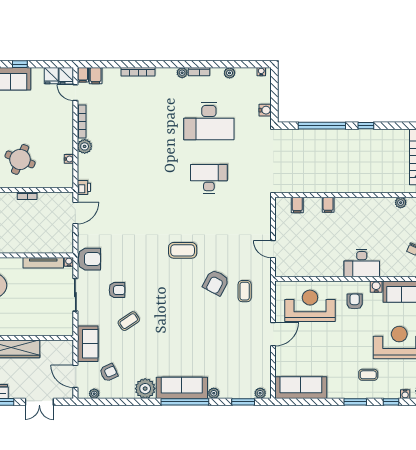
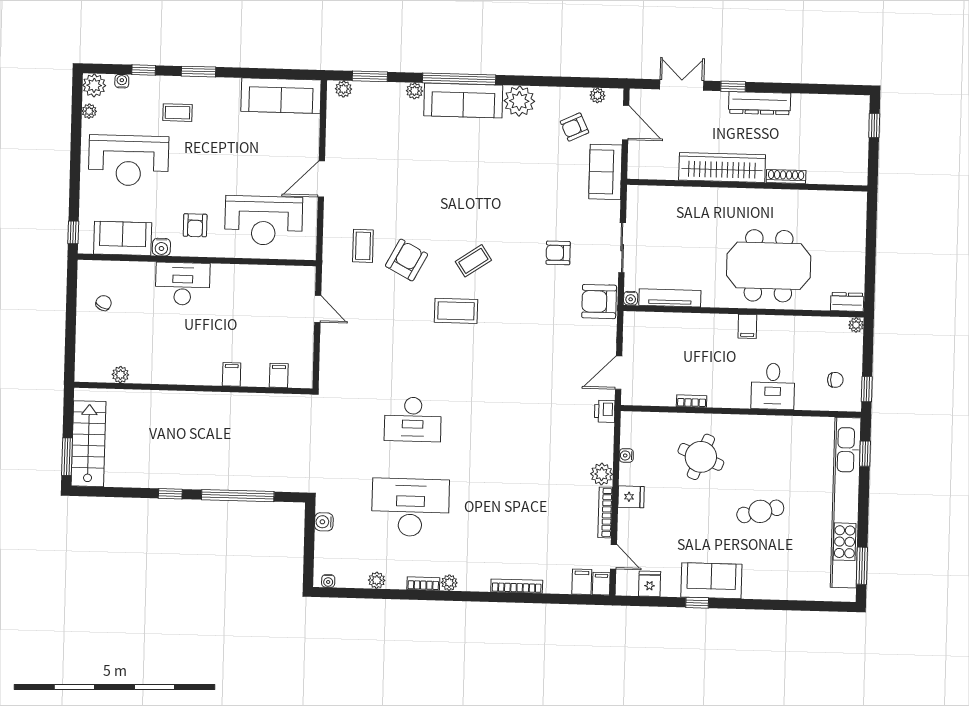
fridge: (66, 76) -> (631, 497), moved, turned 90
coffee table: (129, 321) -> (473, 261), moved

